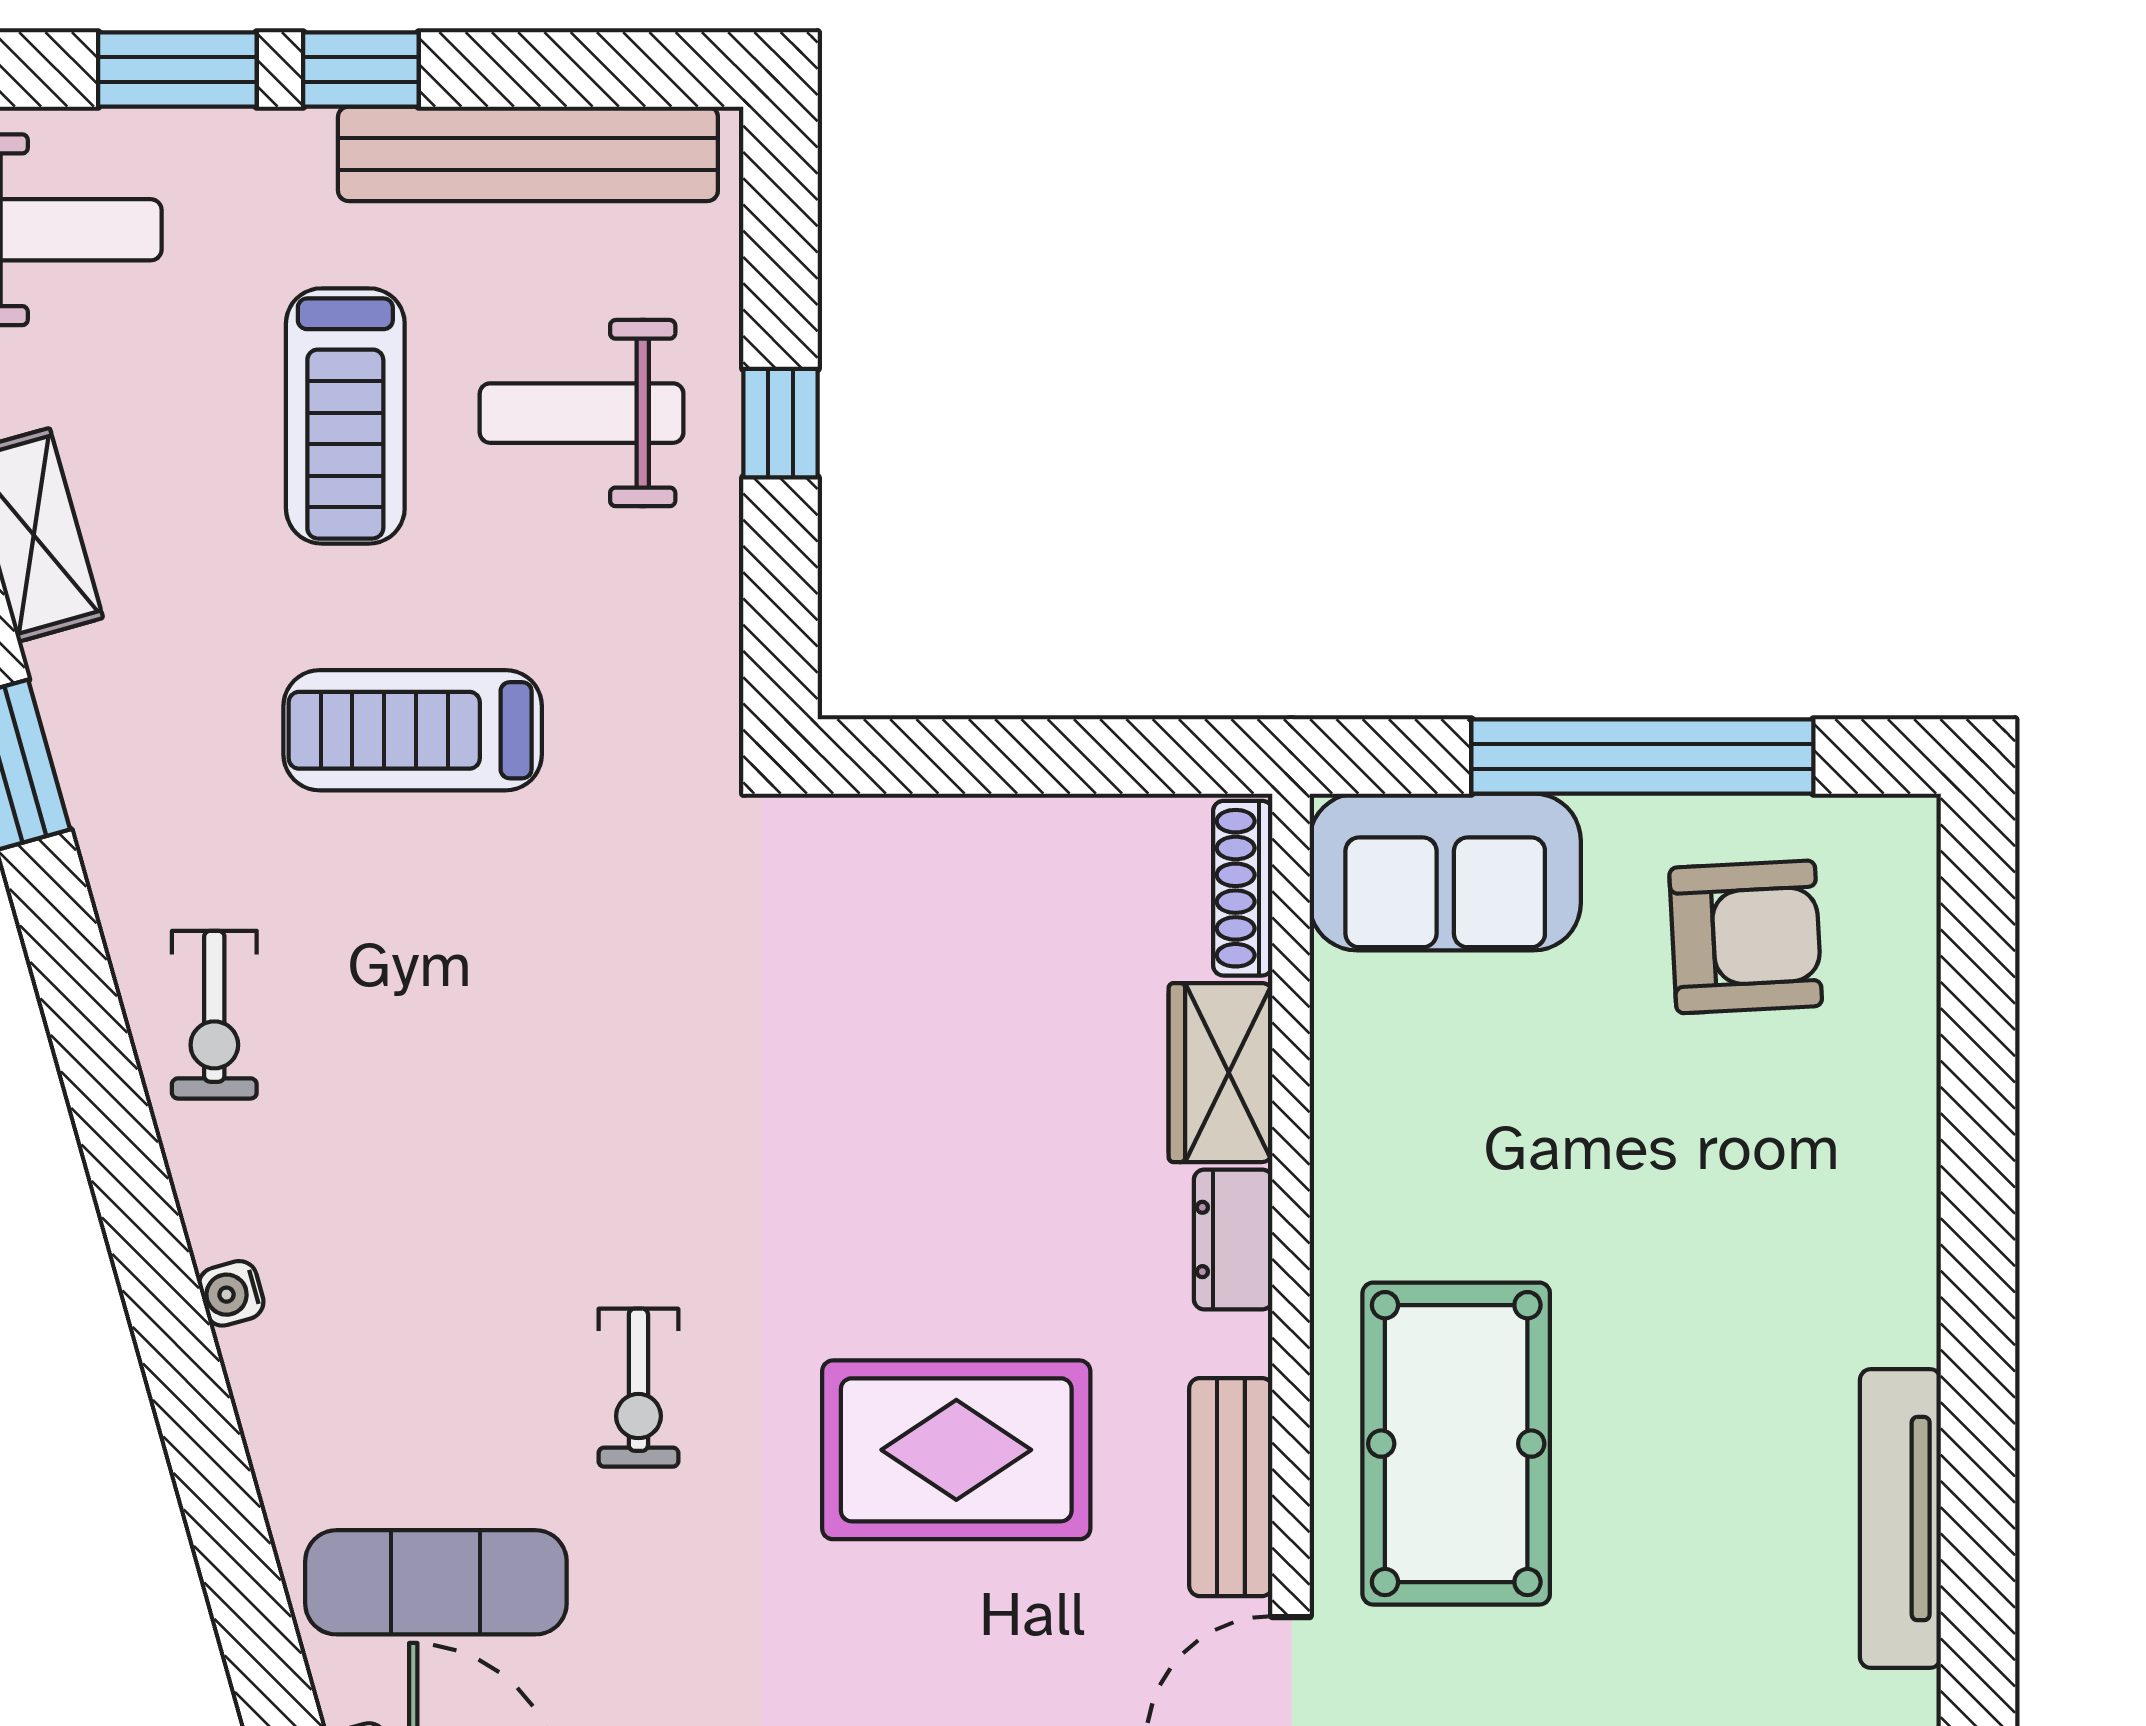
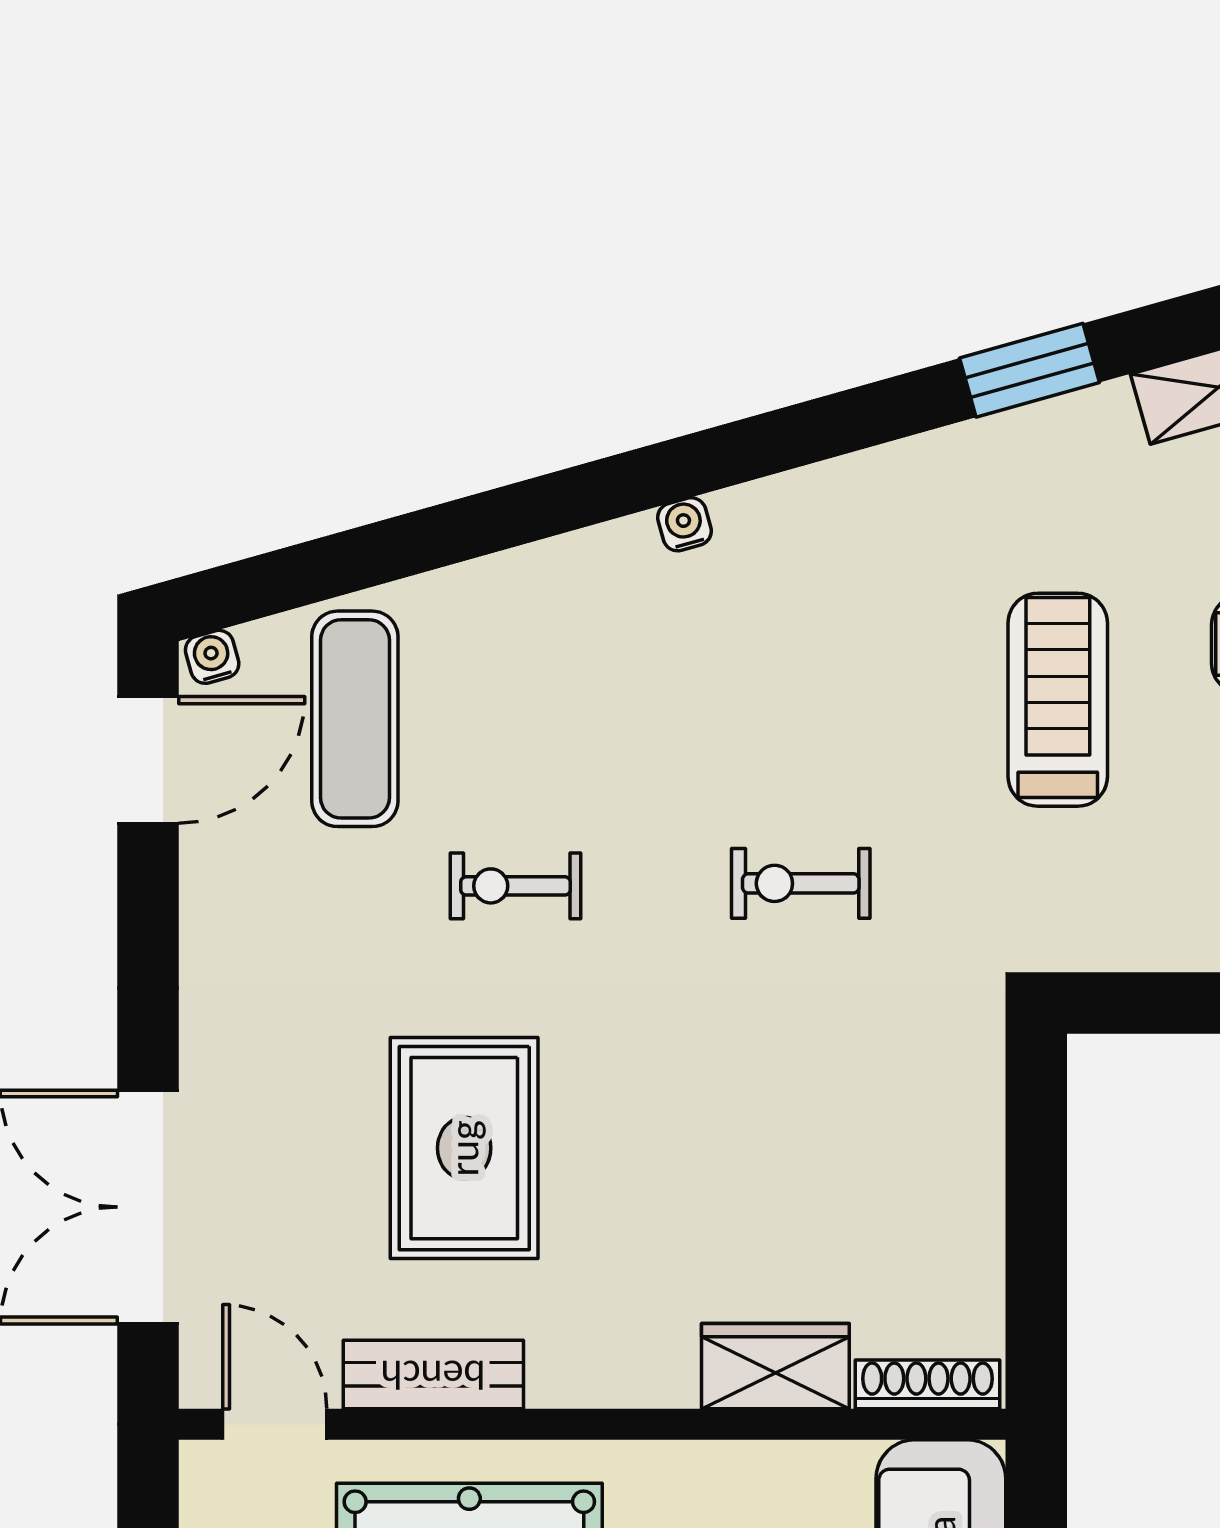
exercise bike: (214, 1015) -> (801, 883), moved
dresser: (1233, 1239) -> (638, 1376), removed
water cooler: (231, 1293) -> (684, 524), moved

